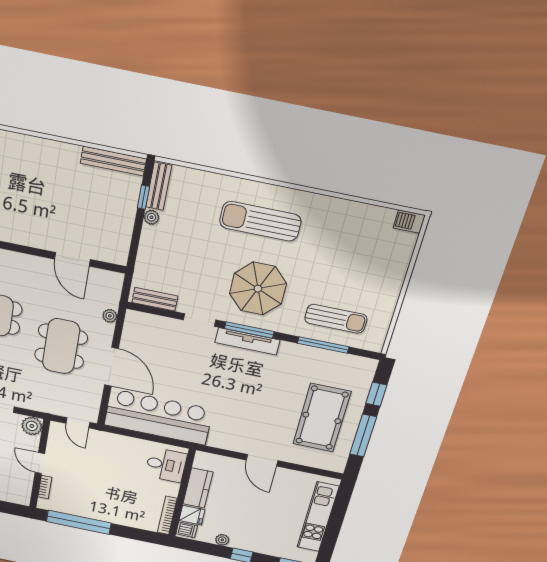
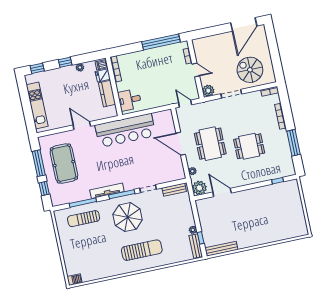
plant: (109, 284) -> (199, 188), added
tv unit: (247, 341) -> (107, 191), moved
bar counter: (158, 417) -> (125, 130), moved

